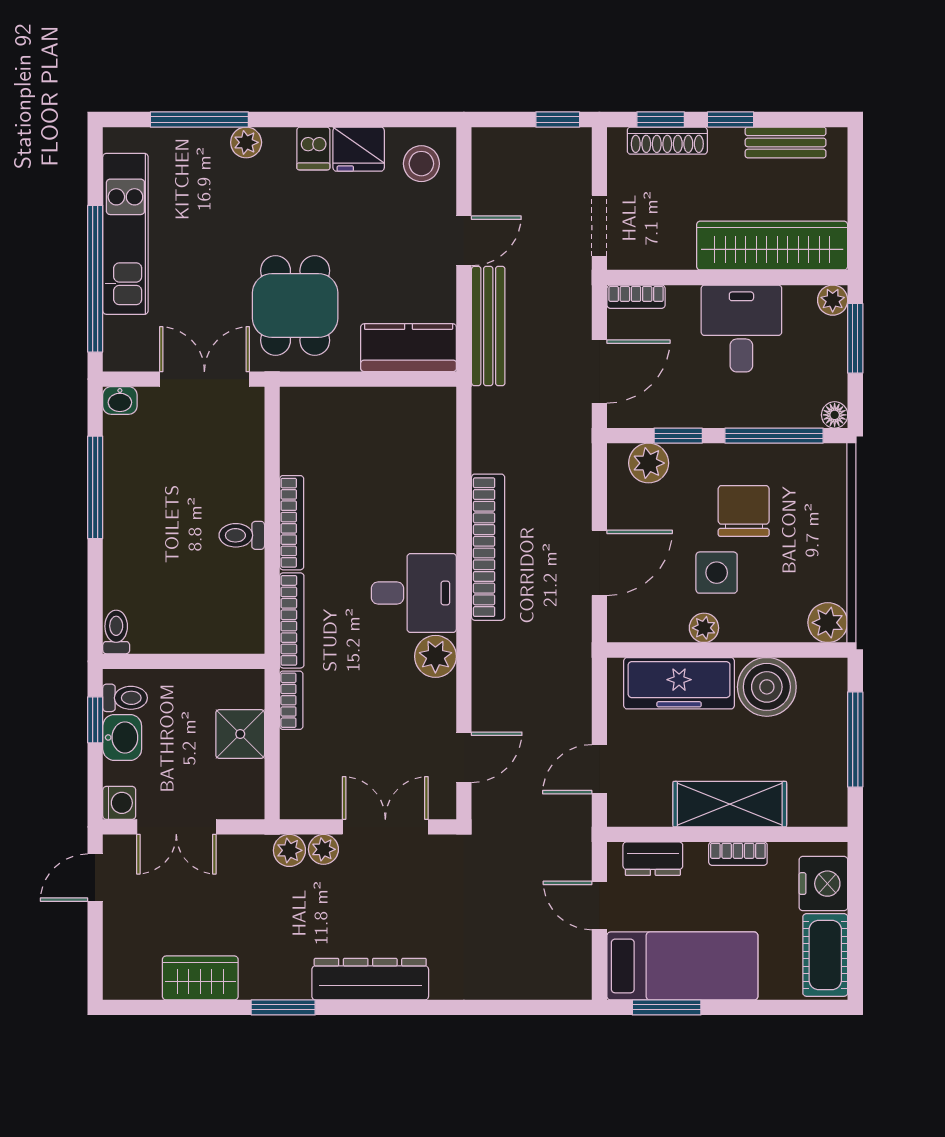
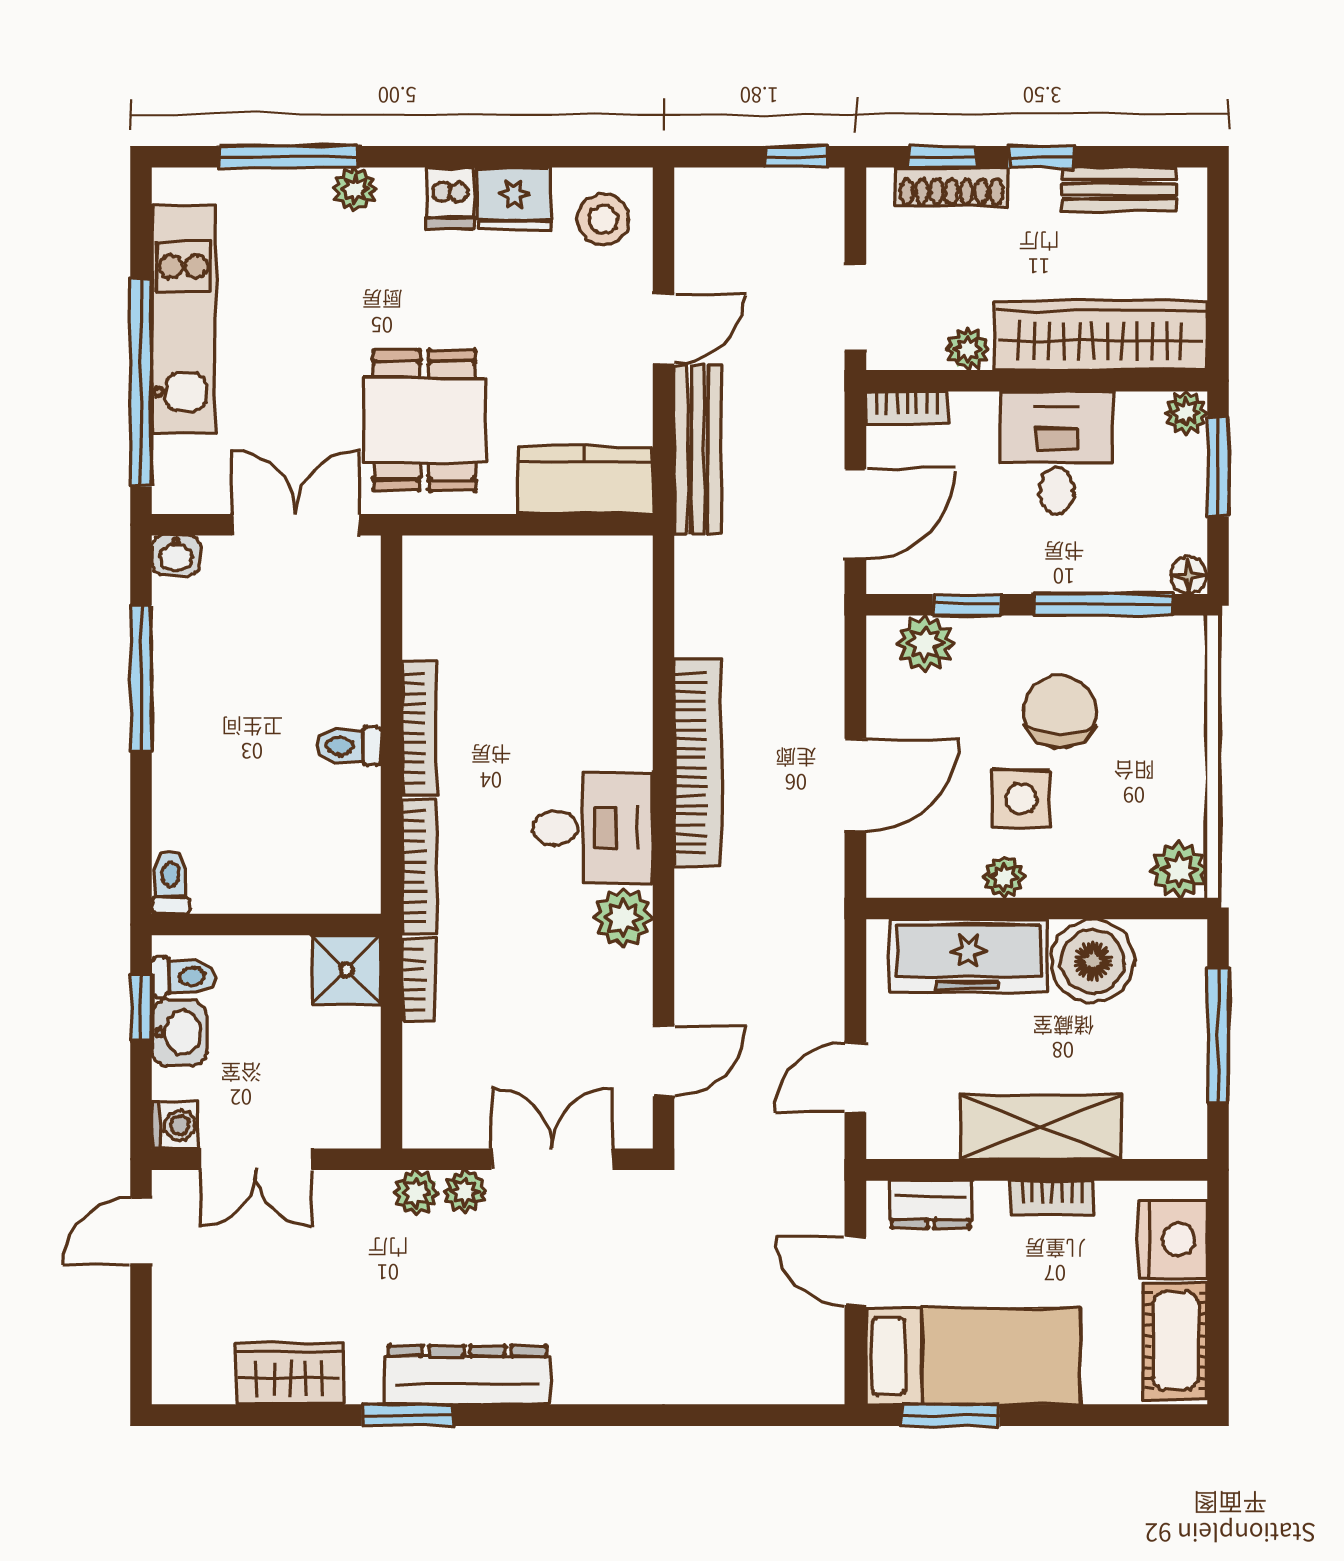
plant: (679, 255) -> (968, 349), added
shower: (240, 734) -> (346, 970), moved
dresser: (370, 979) -> (467, 1375), moved

